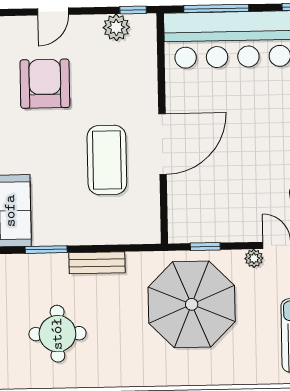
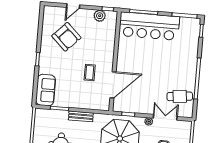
armchair: (45, 84) -> (66, 37), turned 134
door: (163, 144) -> (113, 85), moved
coffee table: (107, 160) -> (90, 72), width x0.54, depth x0.58

